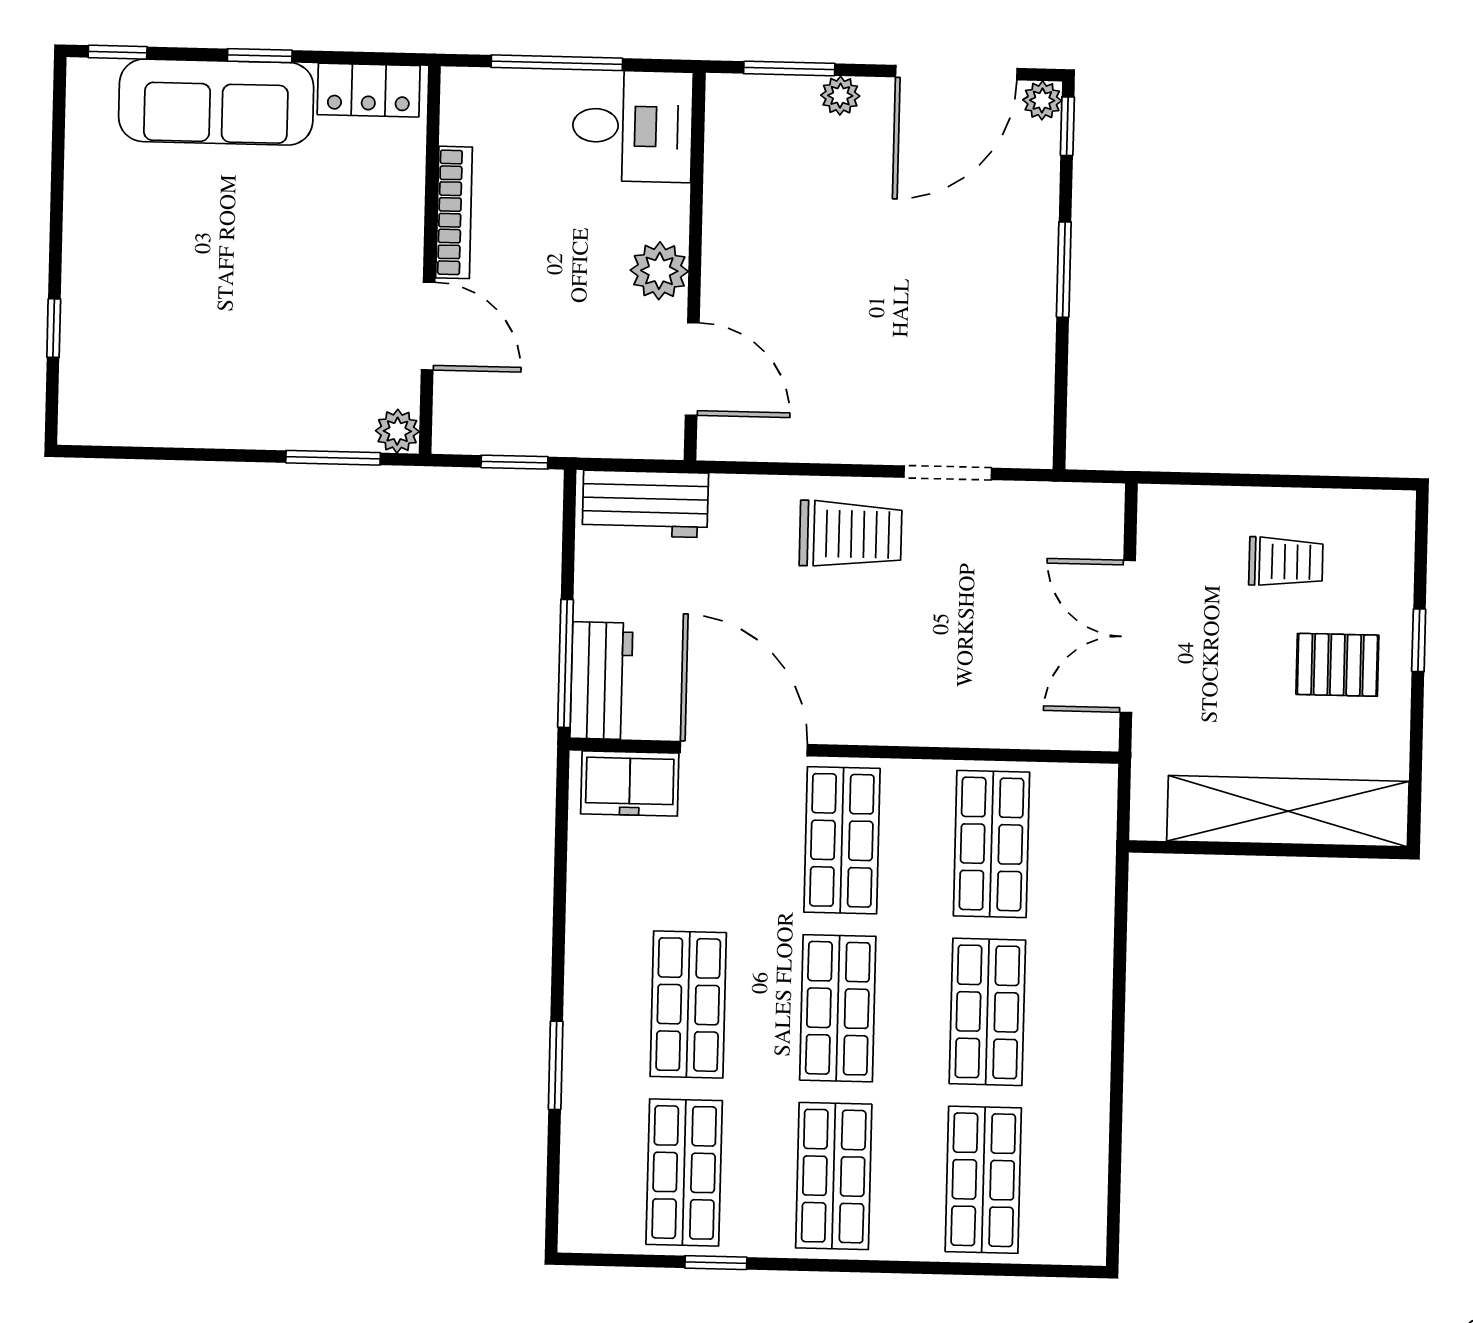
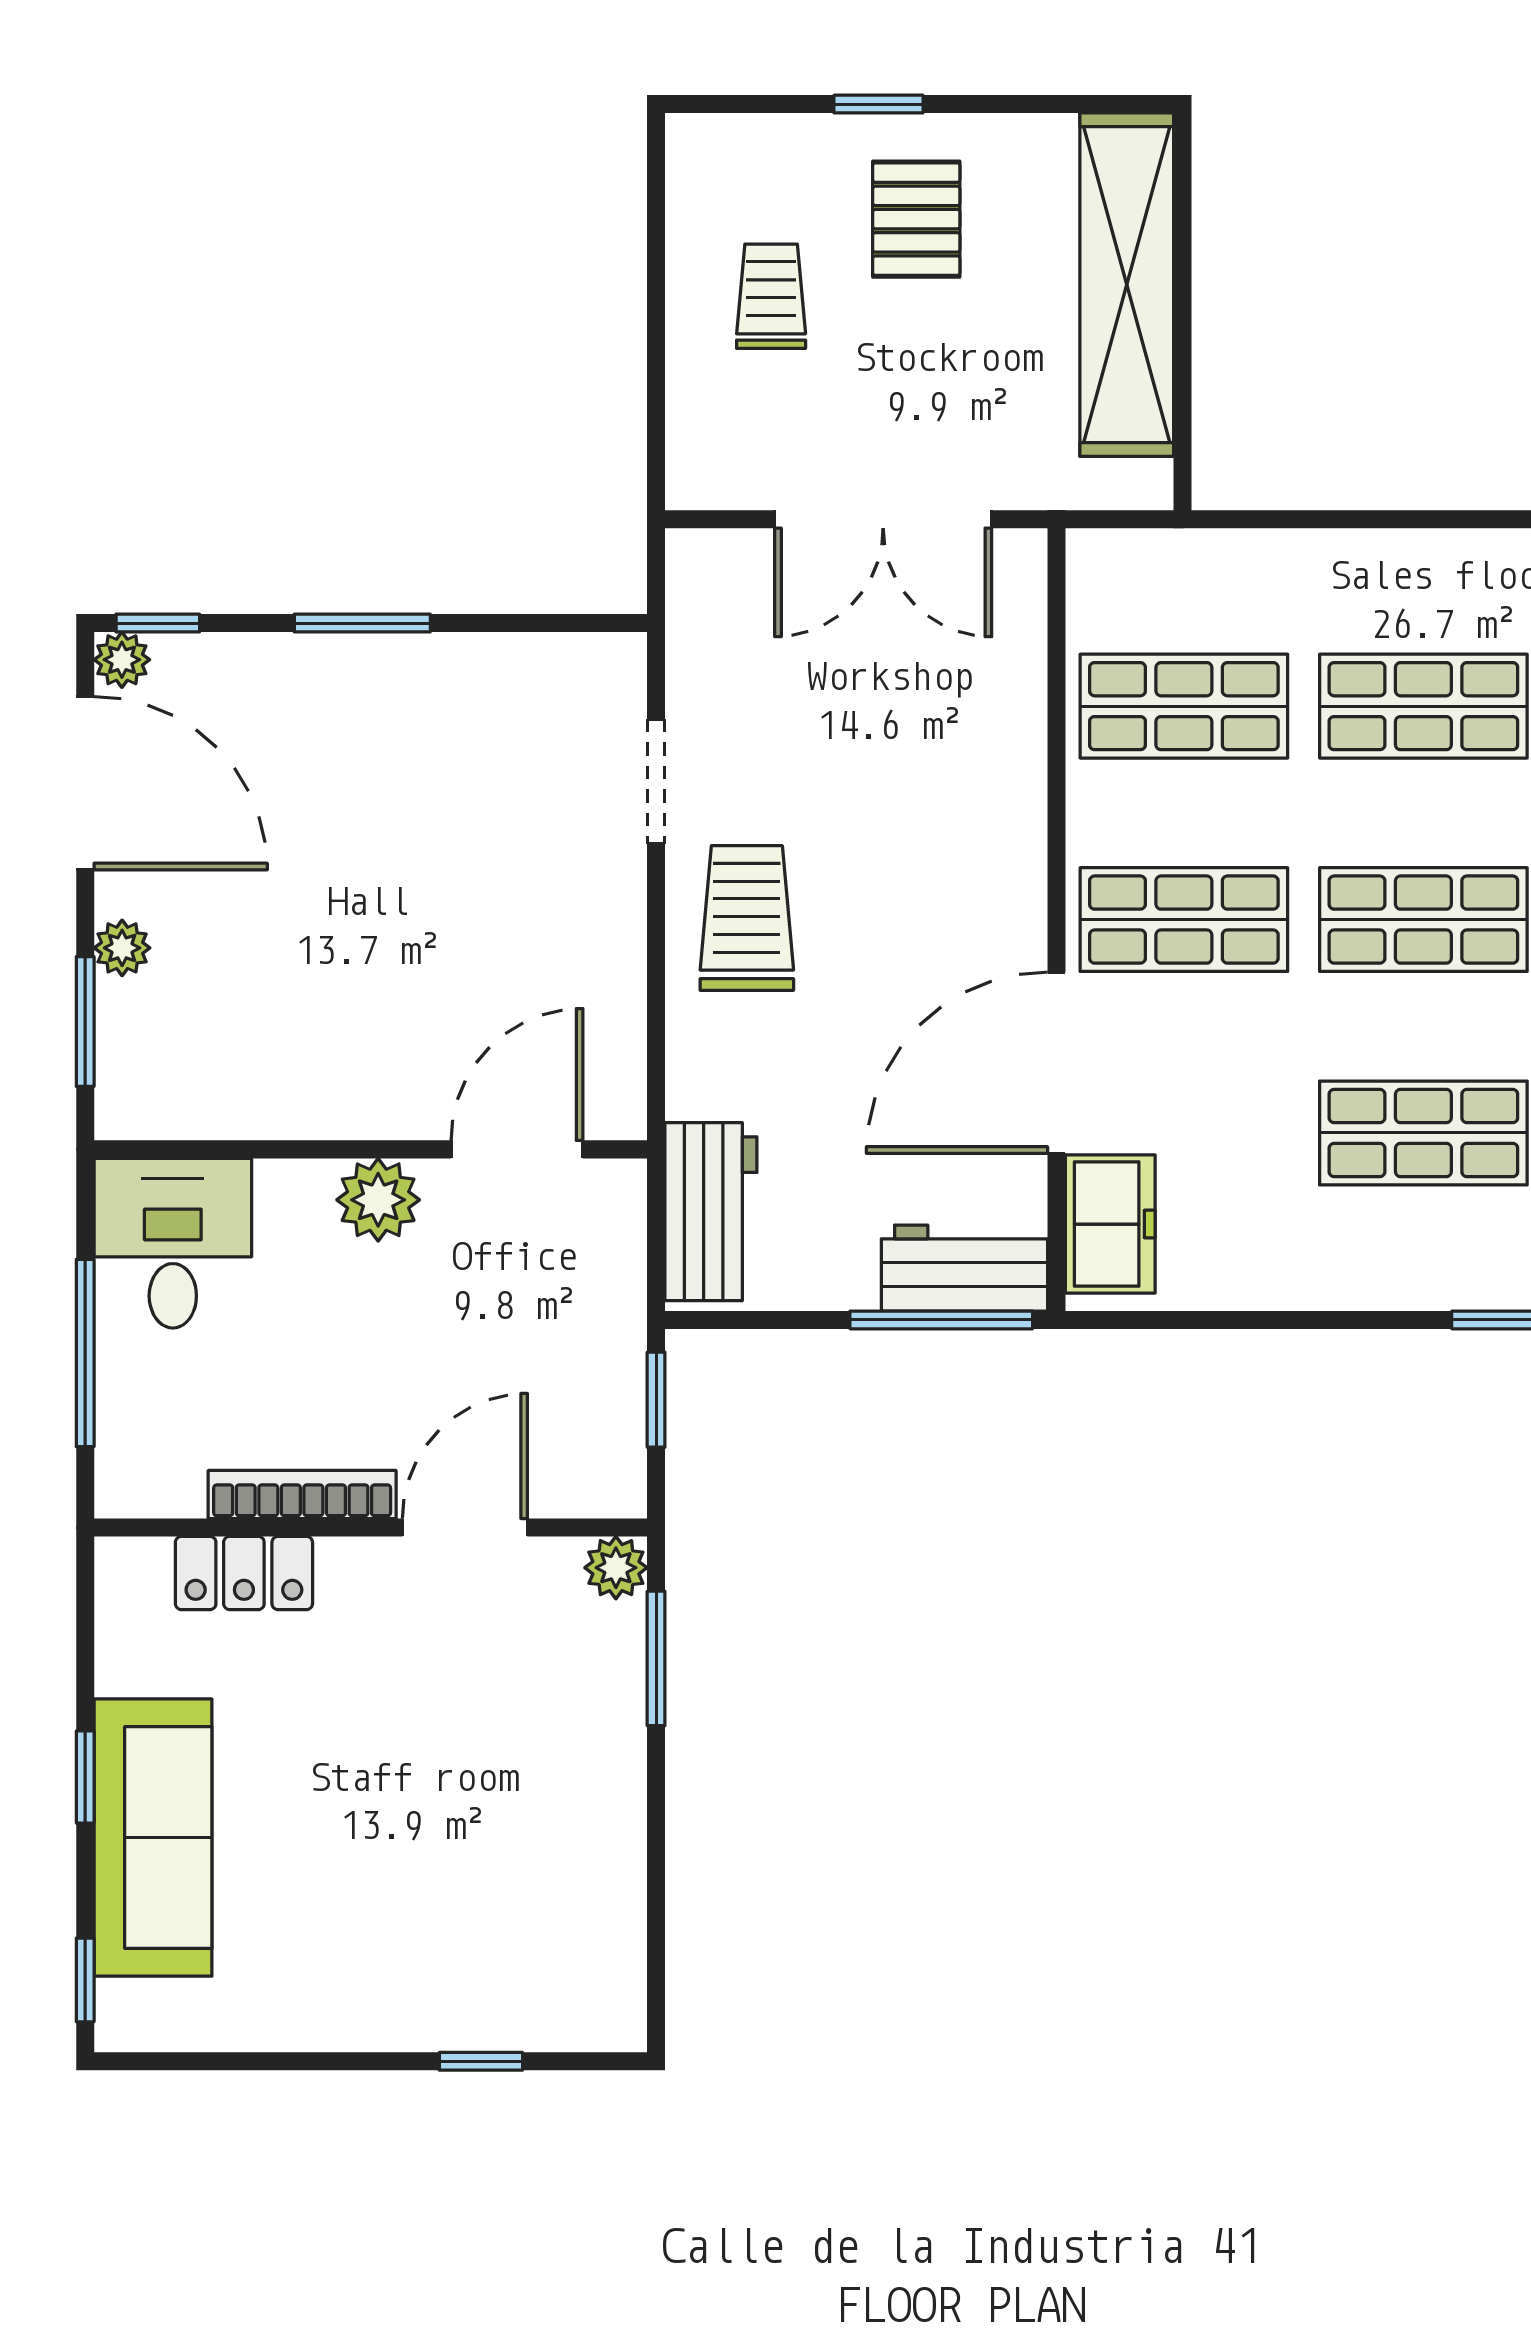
locker: (369, 90) -> (244, 1573), moved, turned 90

